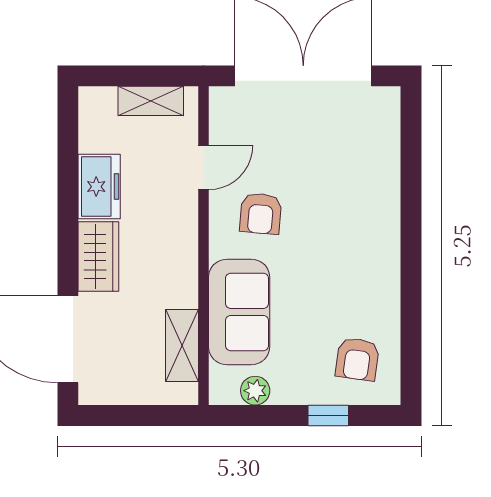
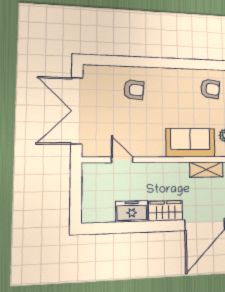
shelving: (151, 101) -> (89, 186), removed
armchair: (261, 214) -> (134, 90), moved

